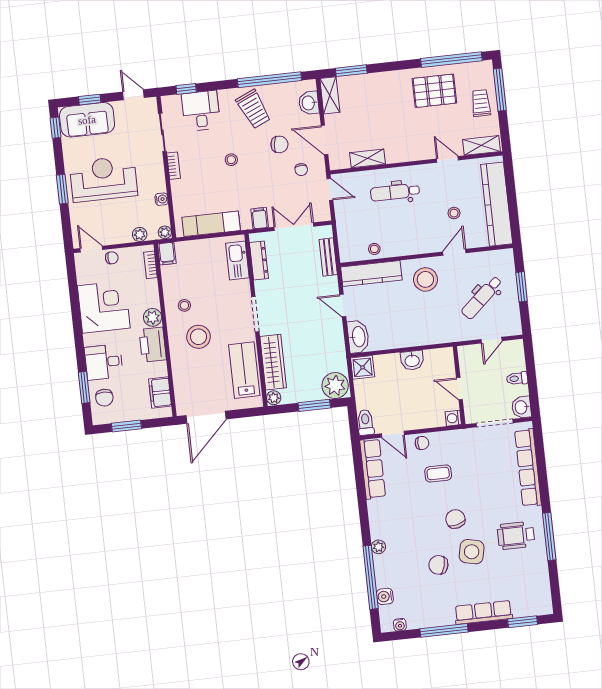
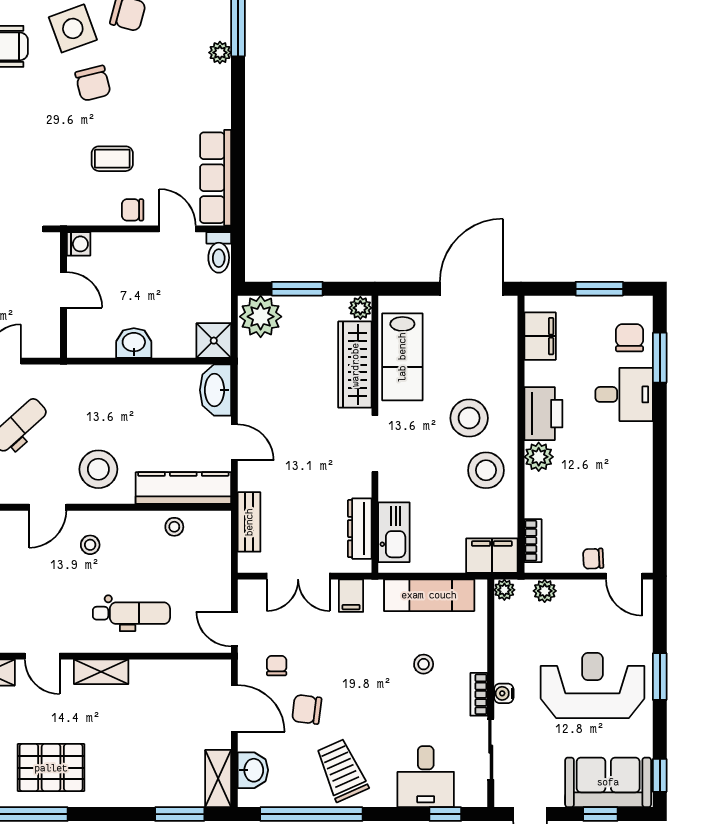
shelving: (368, 158) -> (101, 672), moved
stool: (231, 160) -> (424, 664), moved
reception desk: (103, 179) -> (592, 685), turned 180
water cooler: (162, 199) -> (504, 693), moved
stool: (454, 213) -> (90, 545), moved
filing cabinet: (167, 254) -> (492, 556), width x2.00
stool: (184, 305) -> (486, 470), width x1.89, depth x1.89
corner desk: (104, 307) -> (614, 482), removed
side table: (472, 552) -> (73, 28), turned -32

